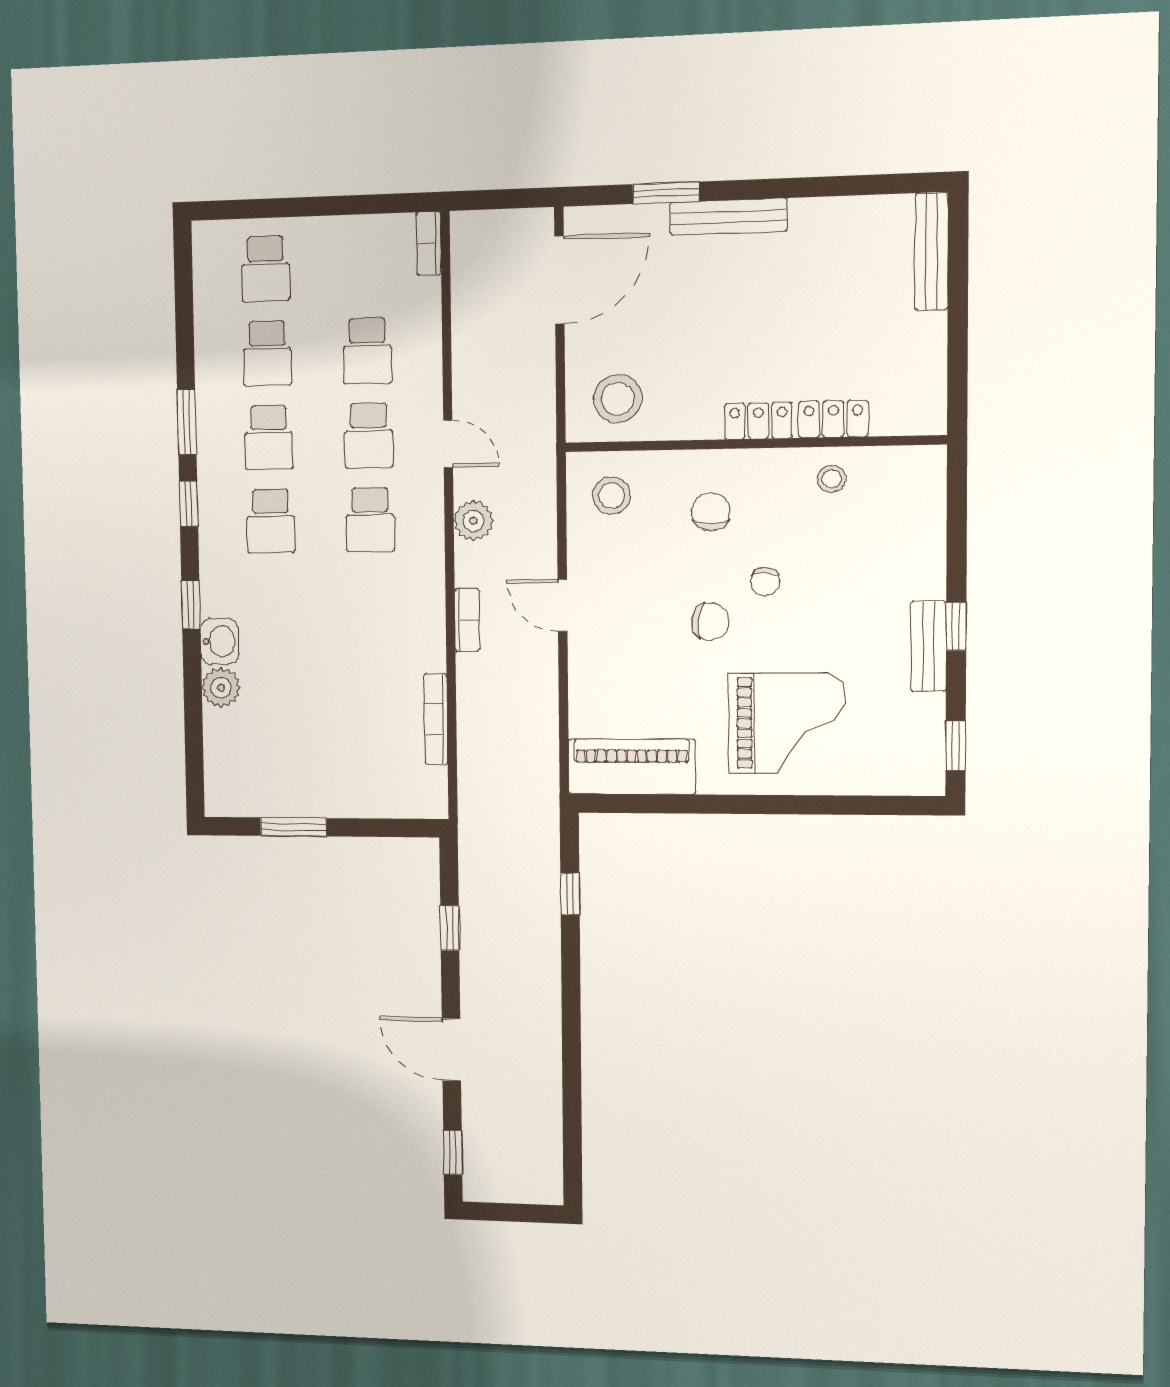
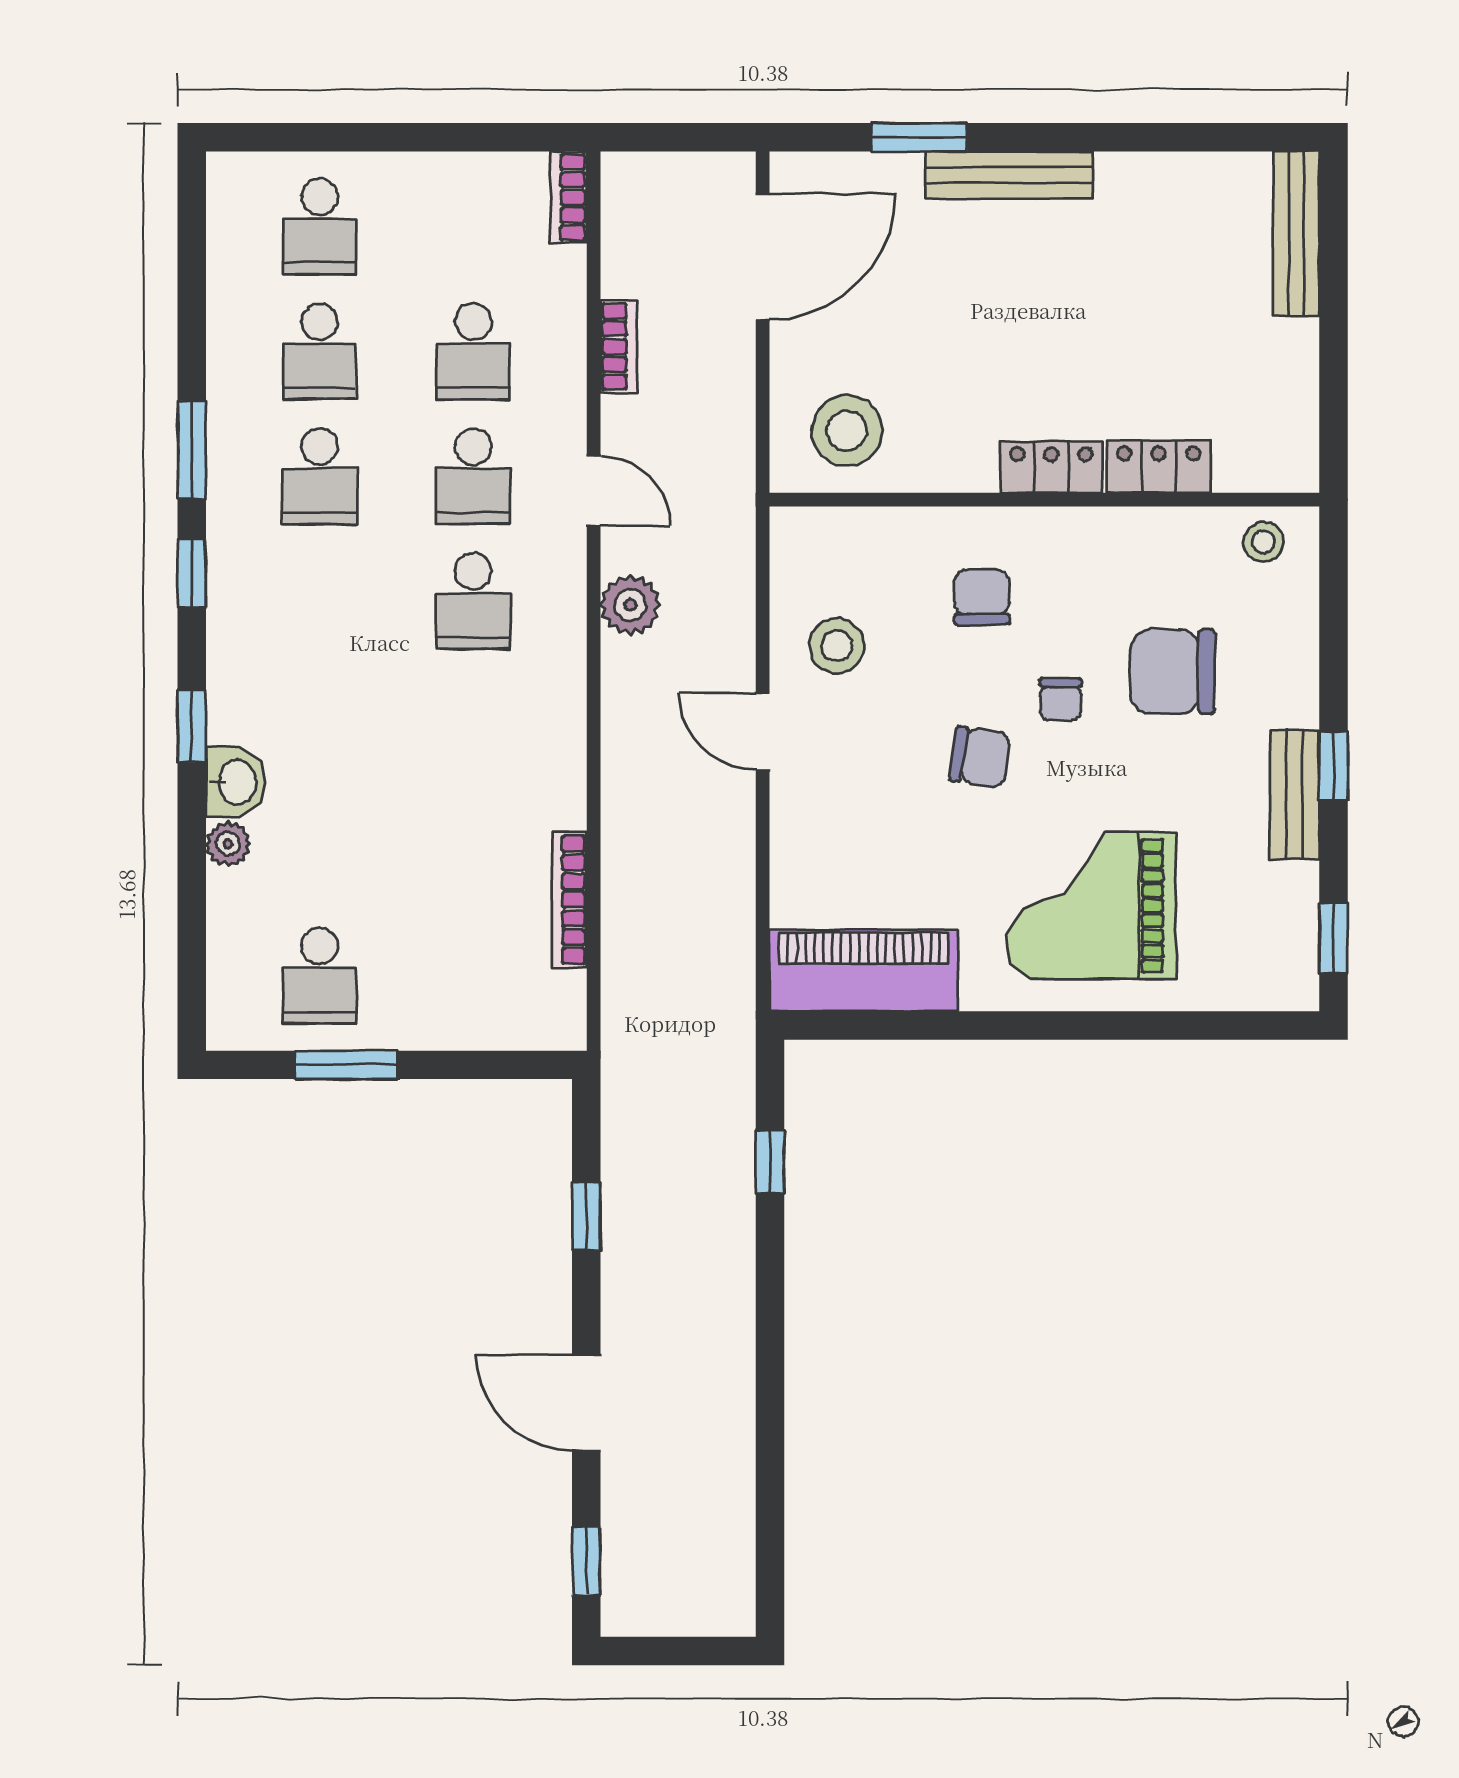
stool: (831, 479) -> (1263, 542), moved
stool: (612, 496) -> (837, 646), moved
school desk: (271, 521) -> (320, 976), moved
chair: (843, 562) -> (1173, 672), added
bookcase: (467, 620) -> (619, 346), moved
plant: (221, 688) -> (228, 844), width x0.73, depth x0.73
grand piano: (787, 723) -> (1091, 906), turned 180

